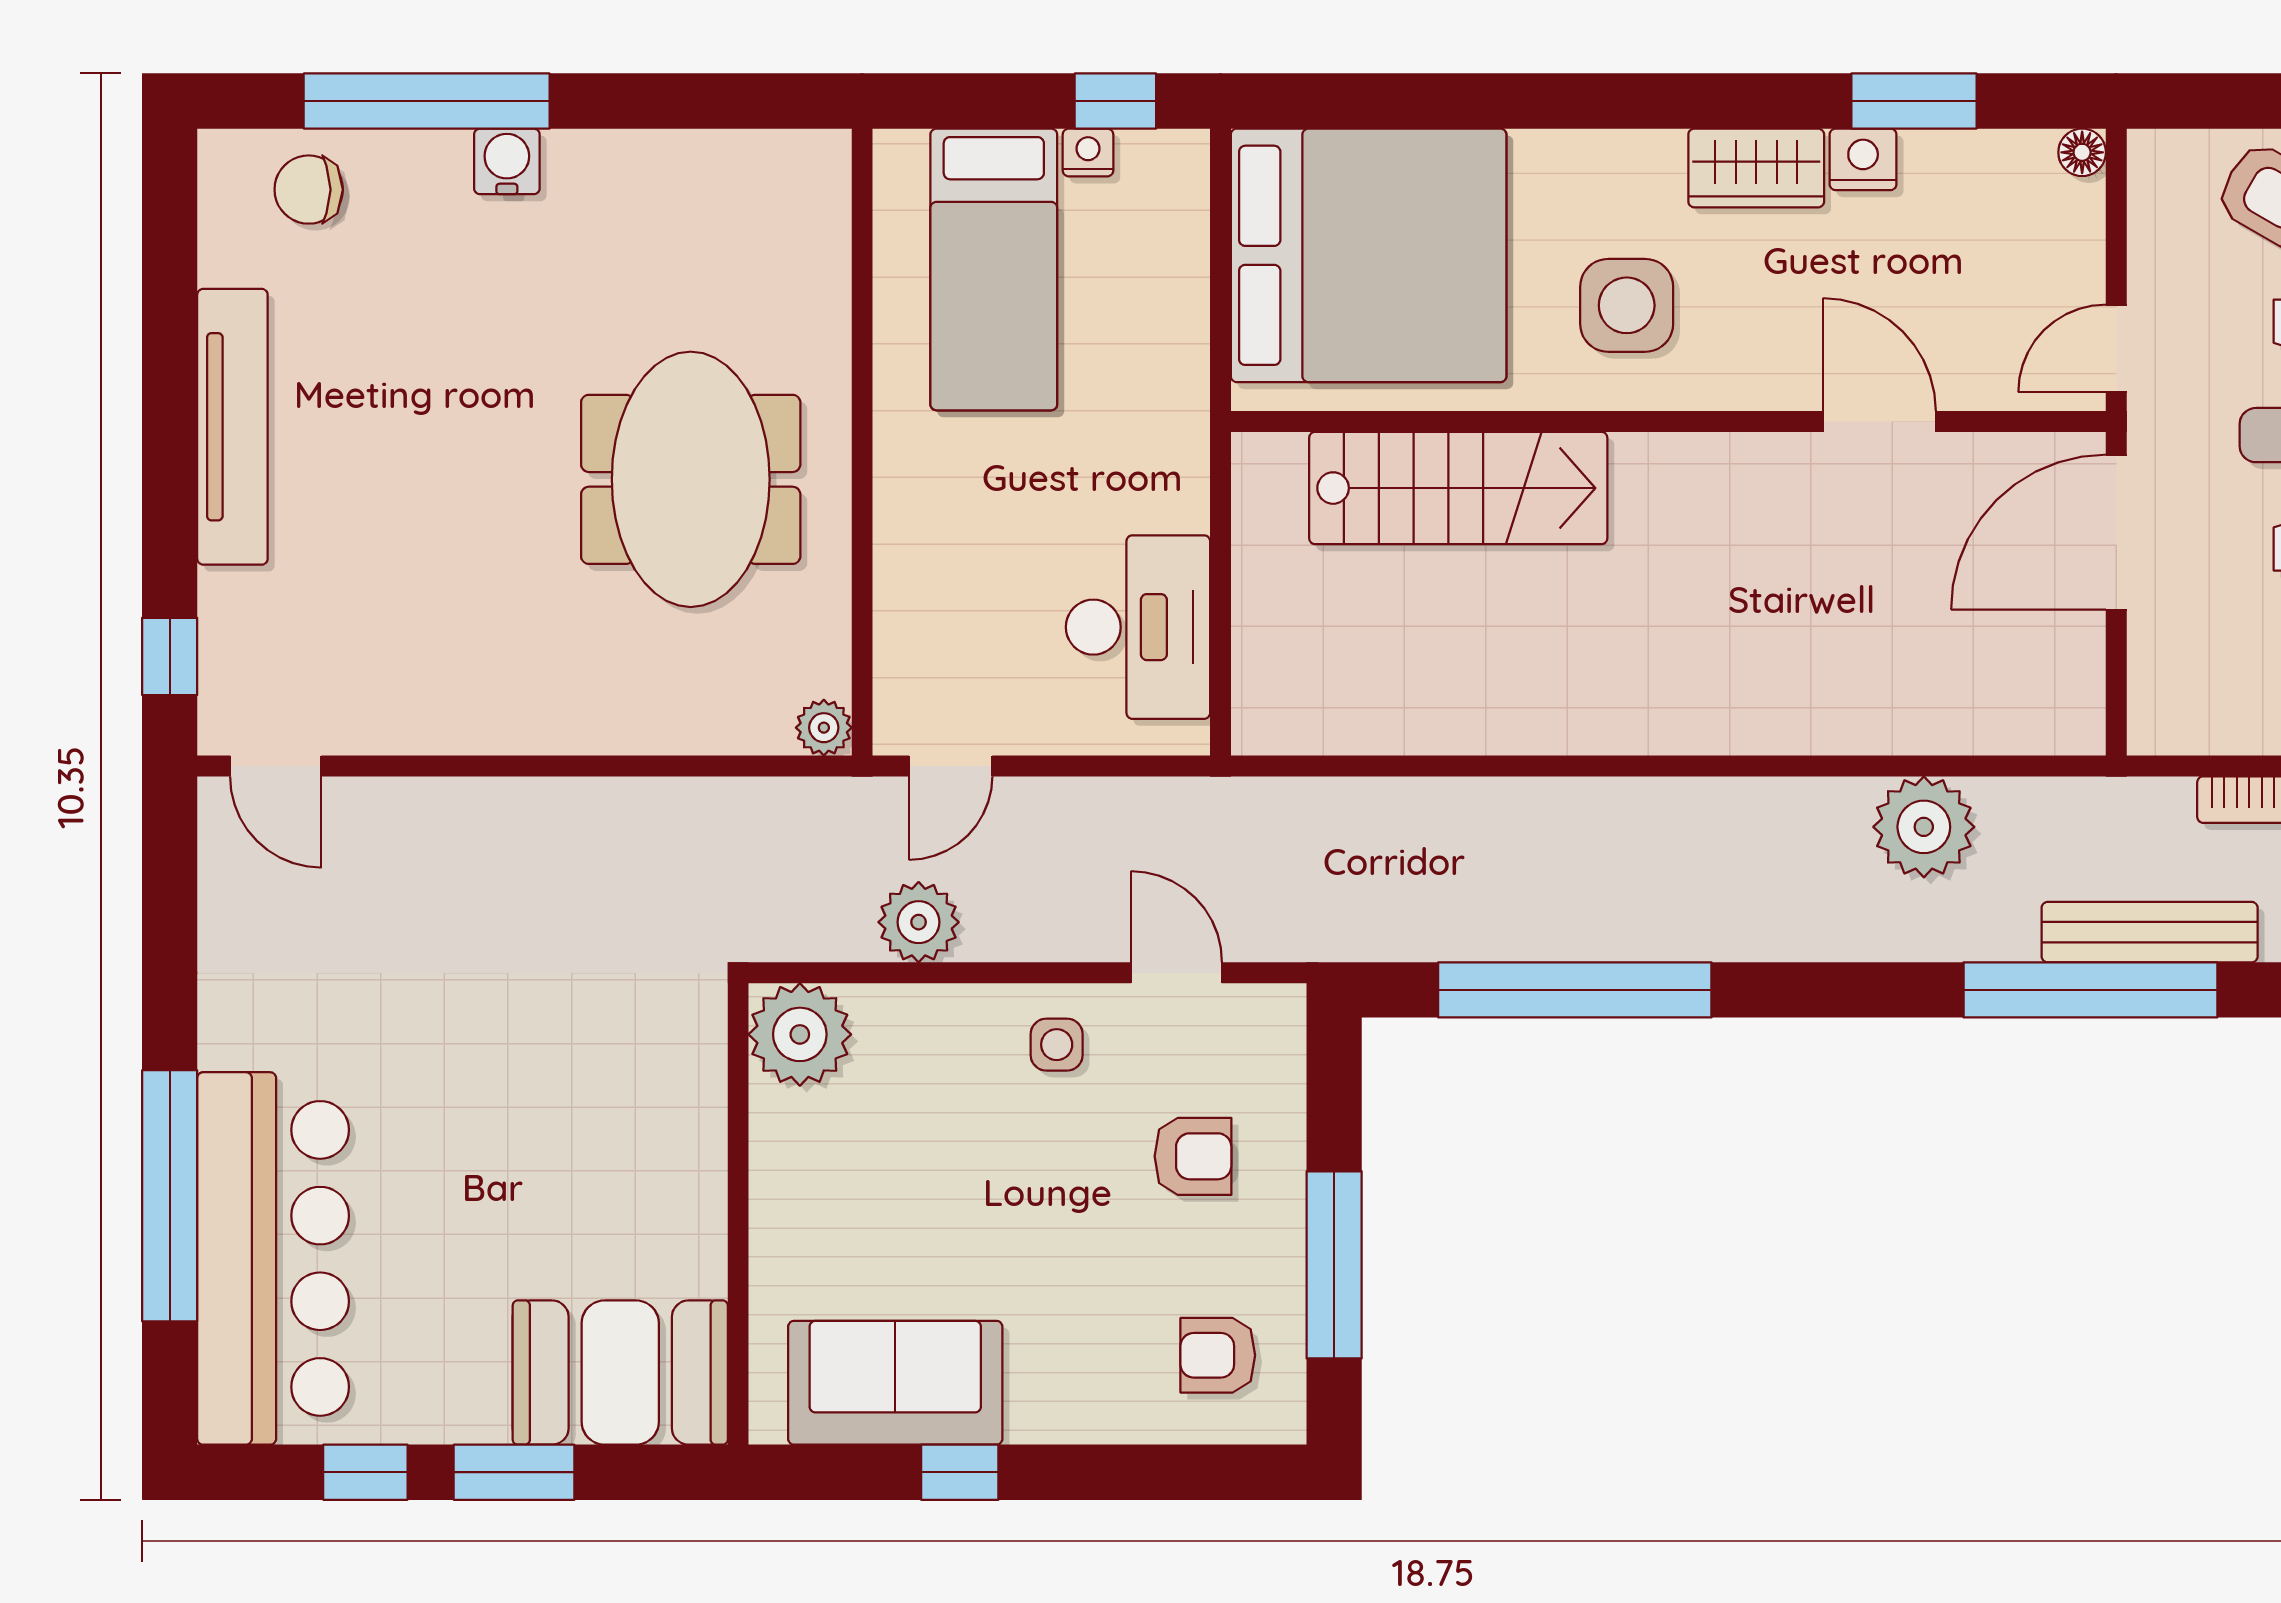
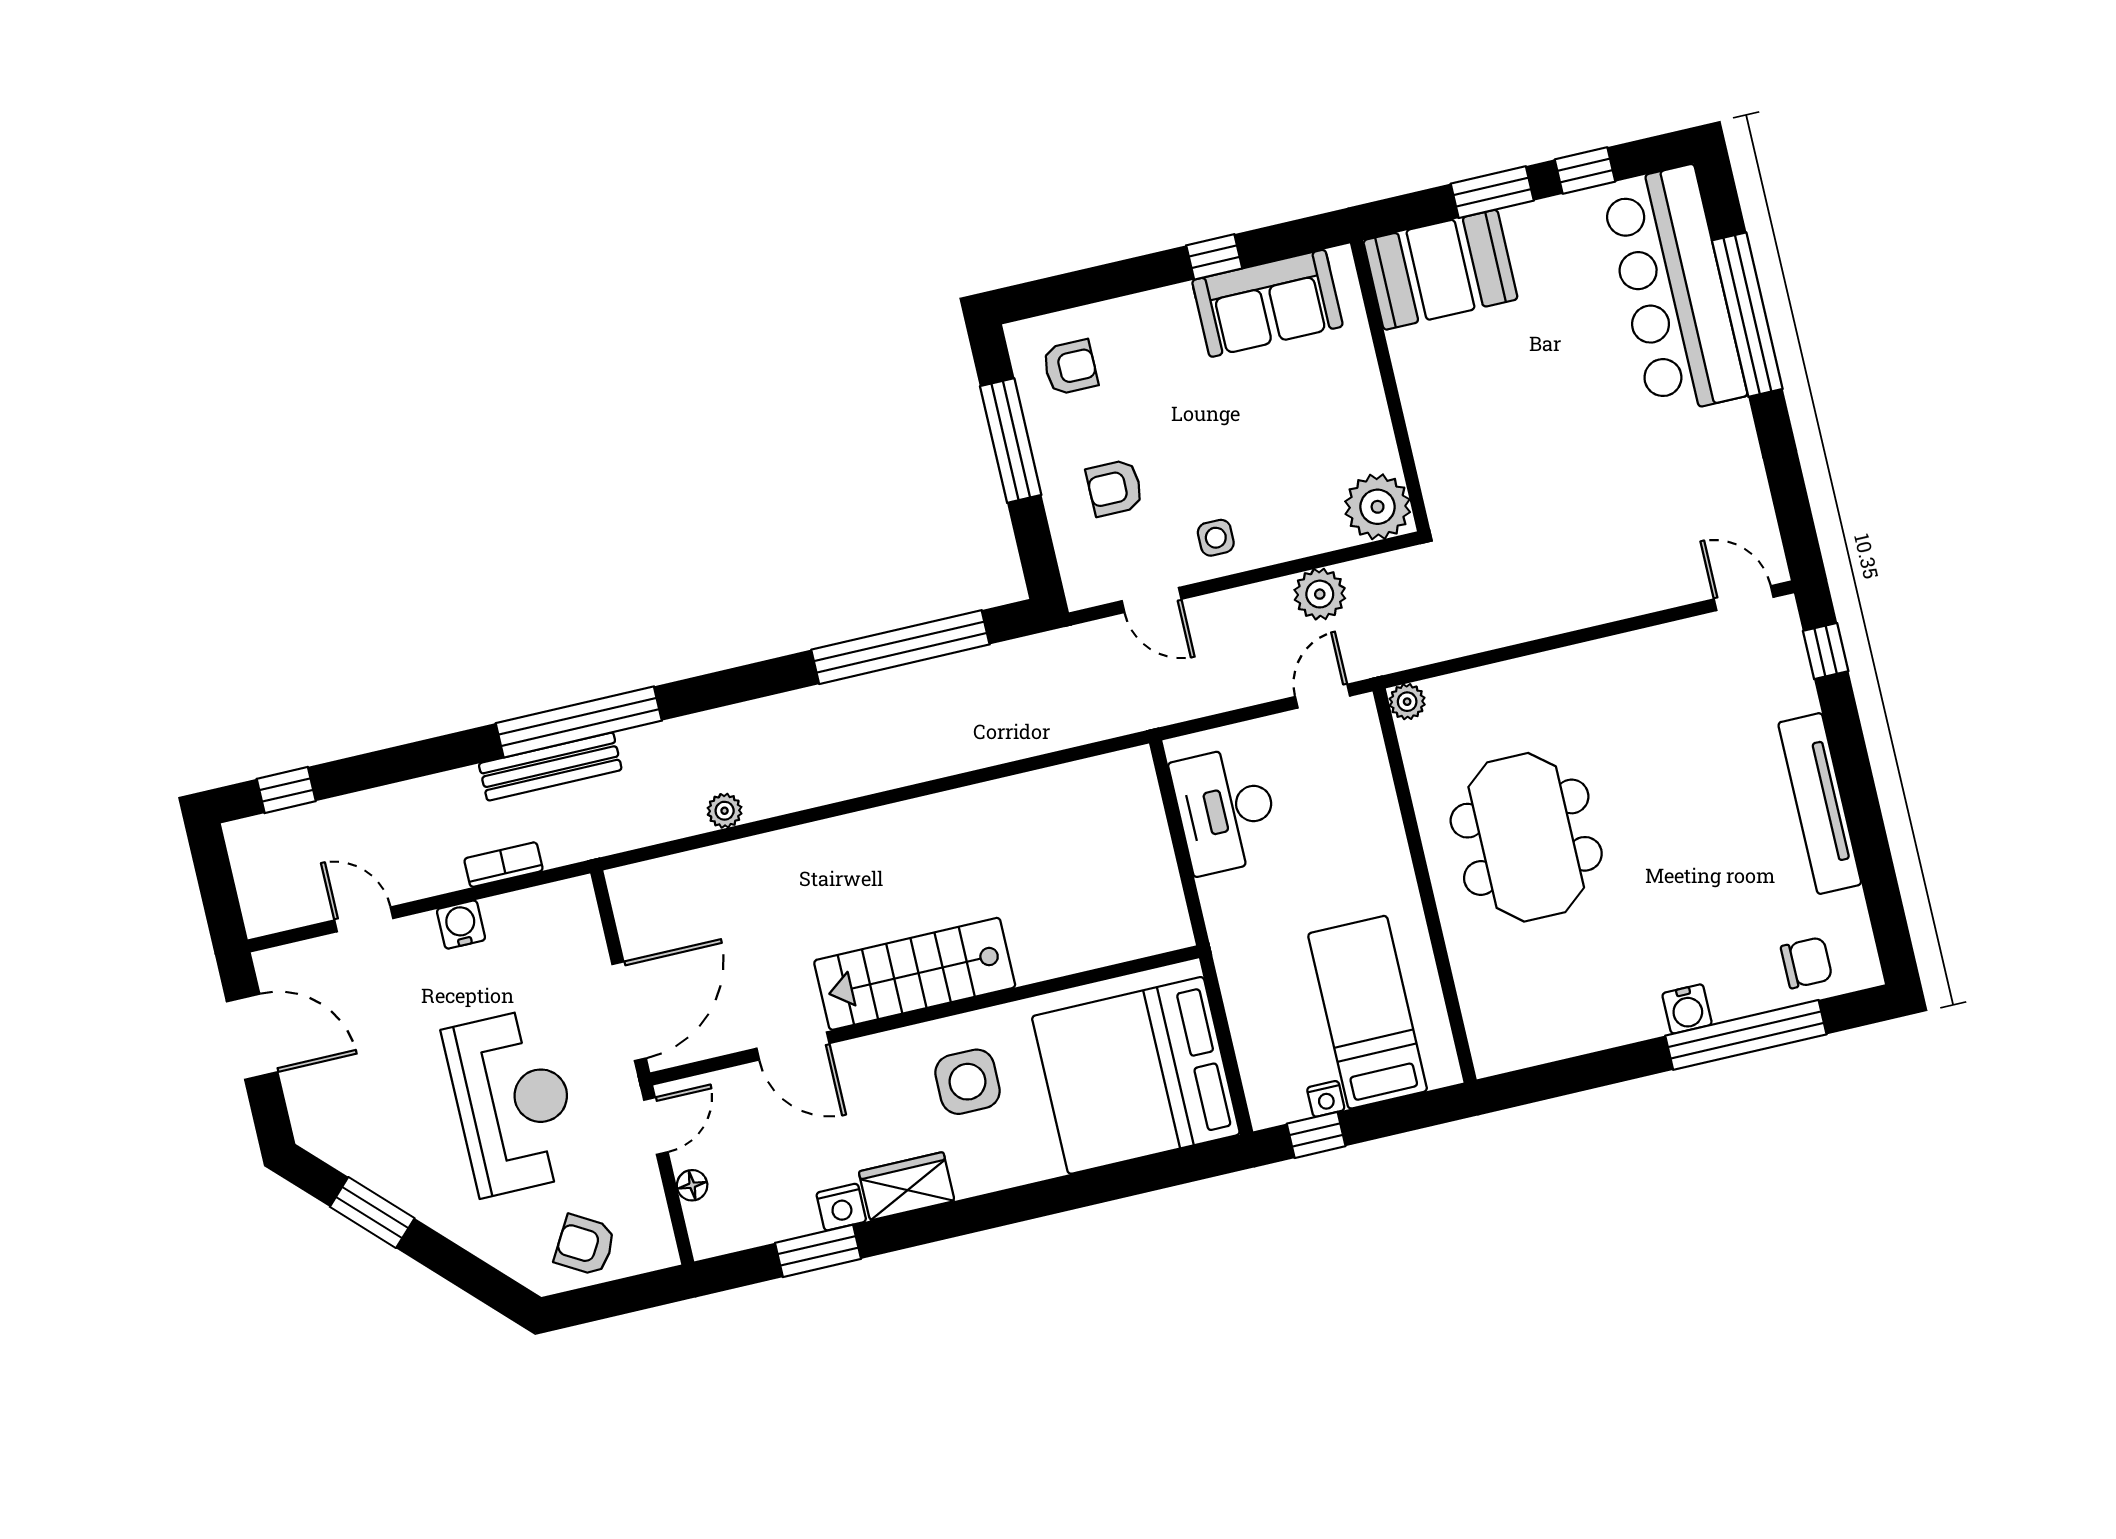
floor lamp: (2082, 152) -> (692, 1185), moved
stairs: (1458, 488) -> (915, 974), moved
plant: (1924, 827) -> (725, 811), width x0.53, depth x0.53

